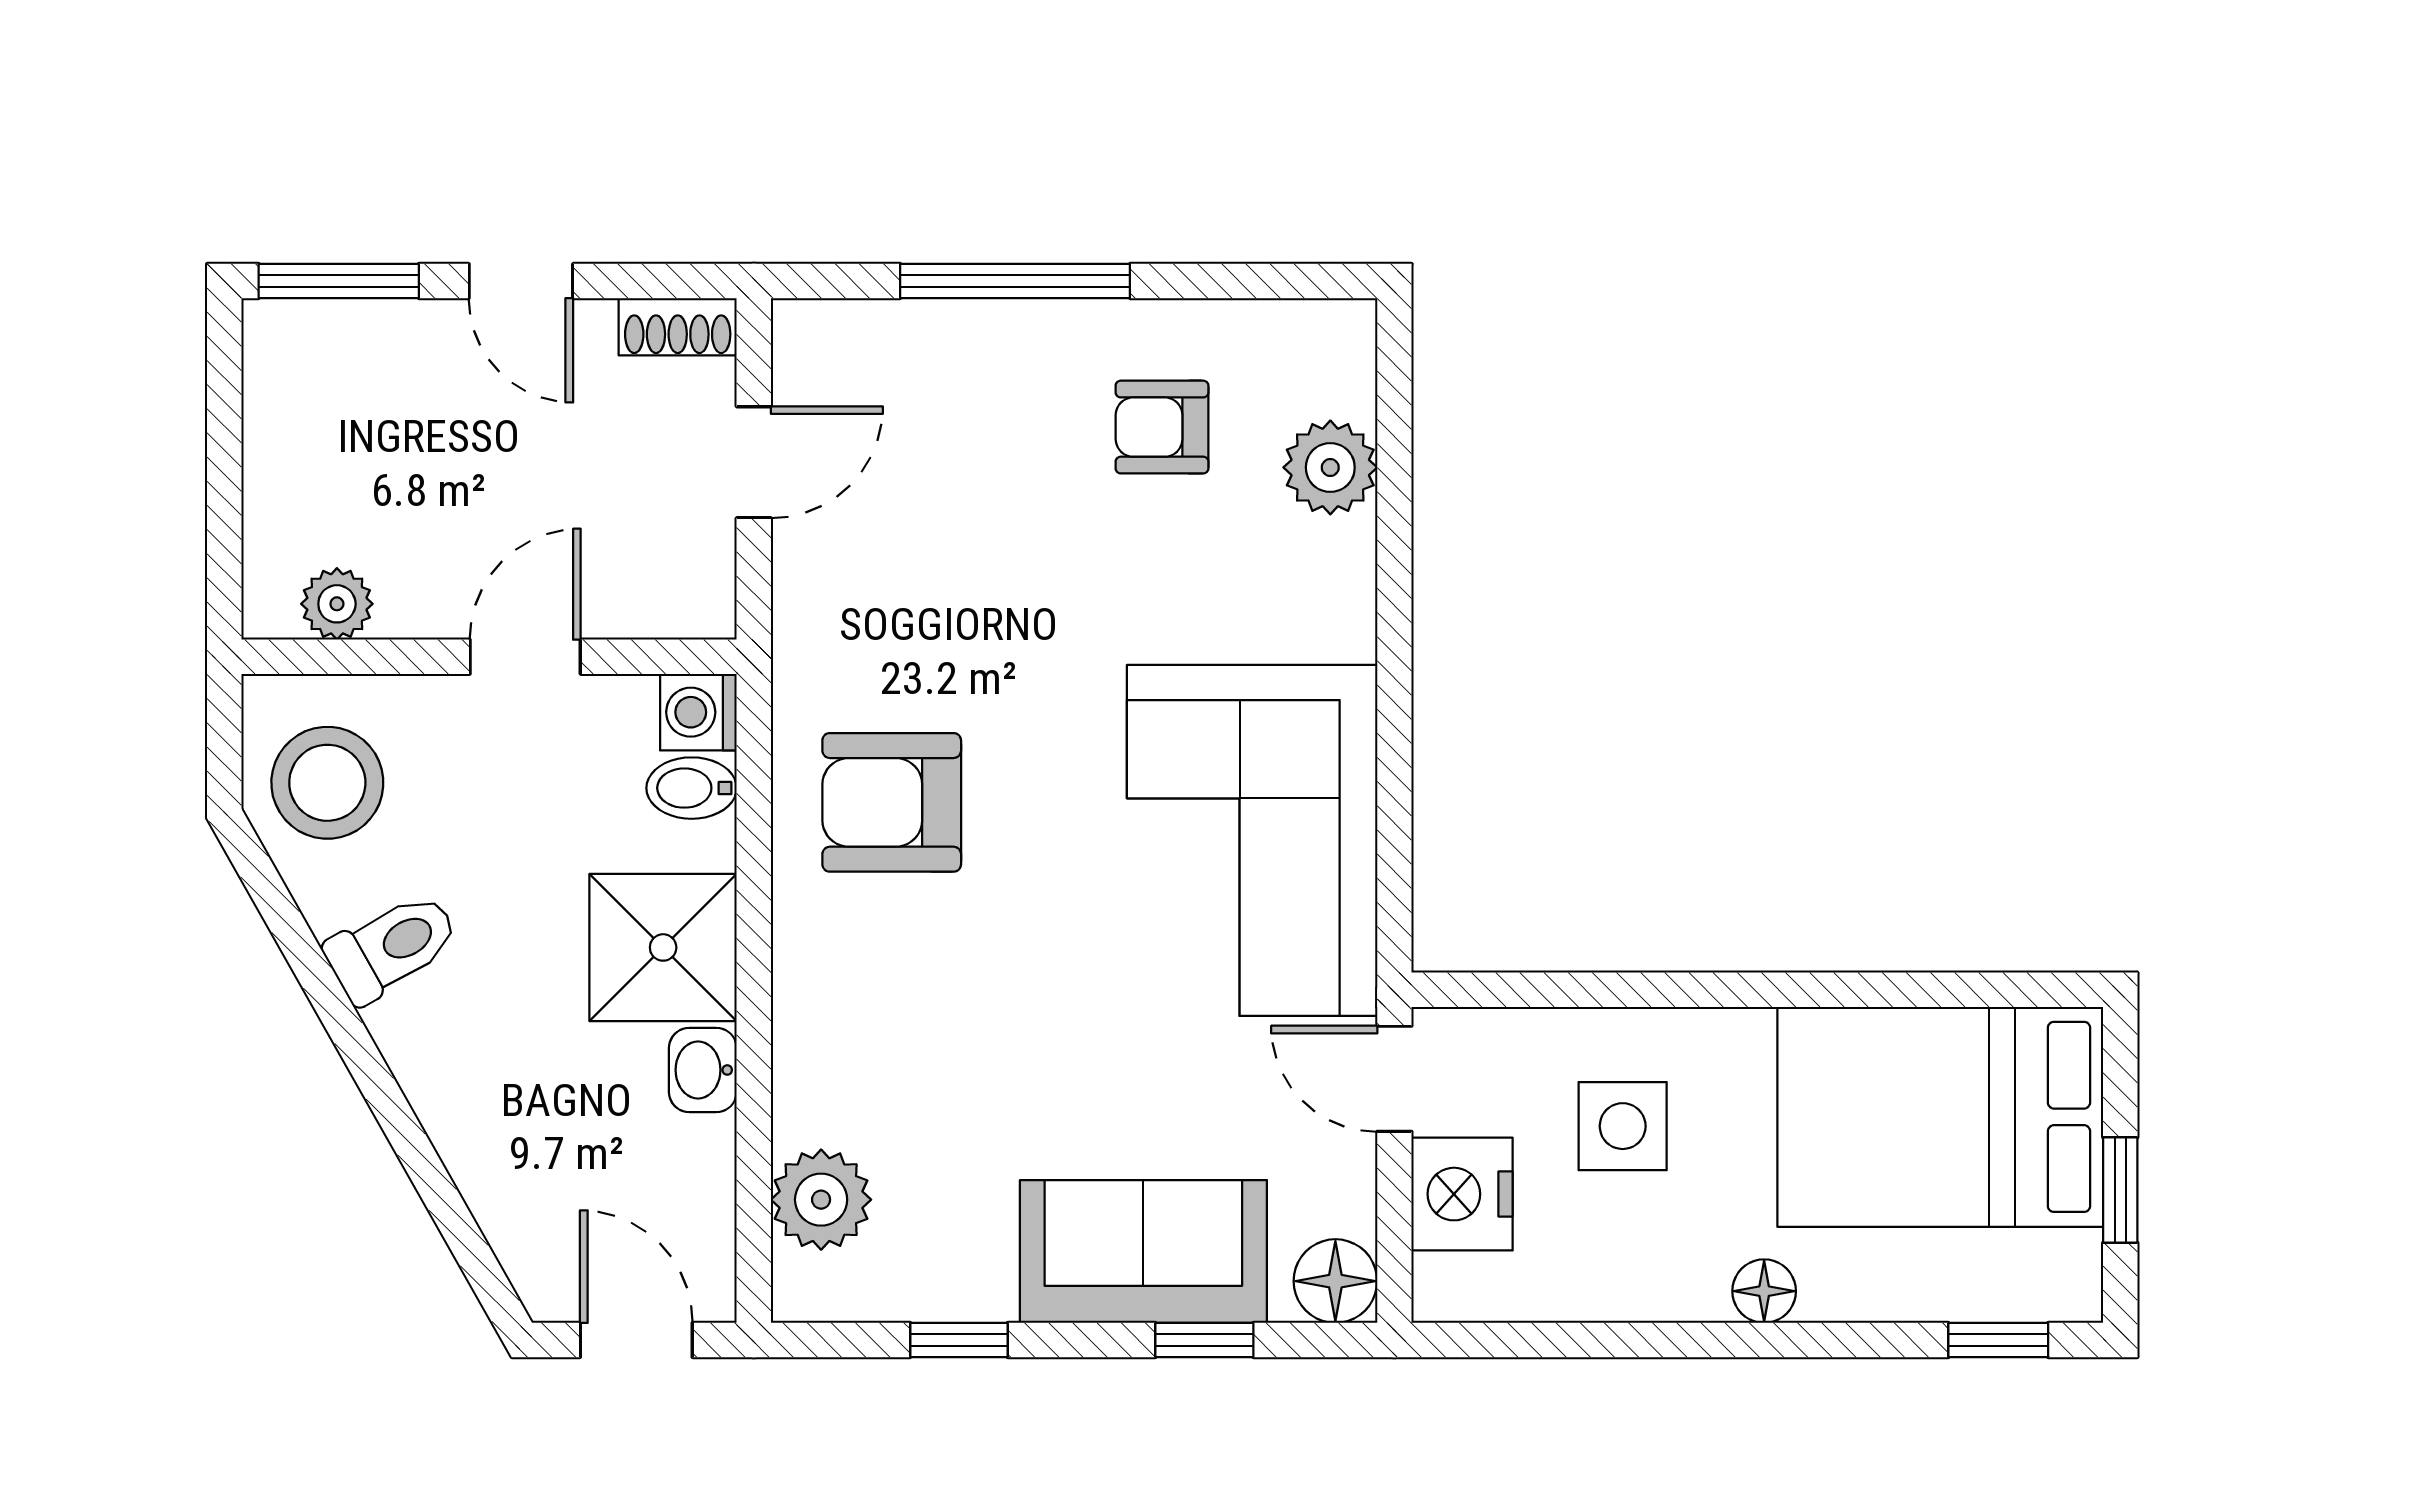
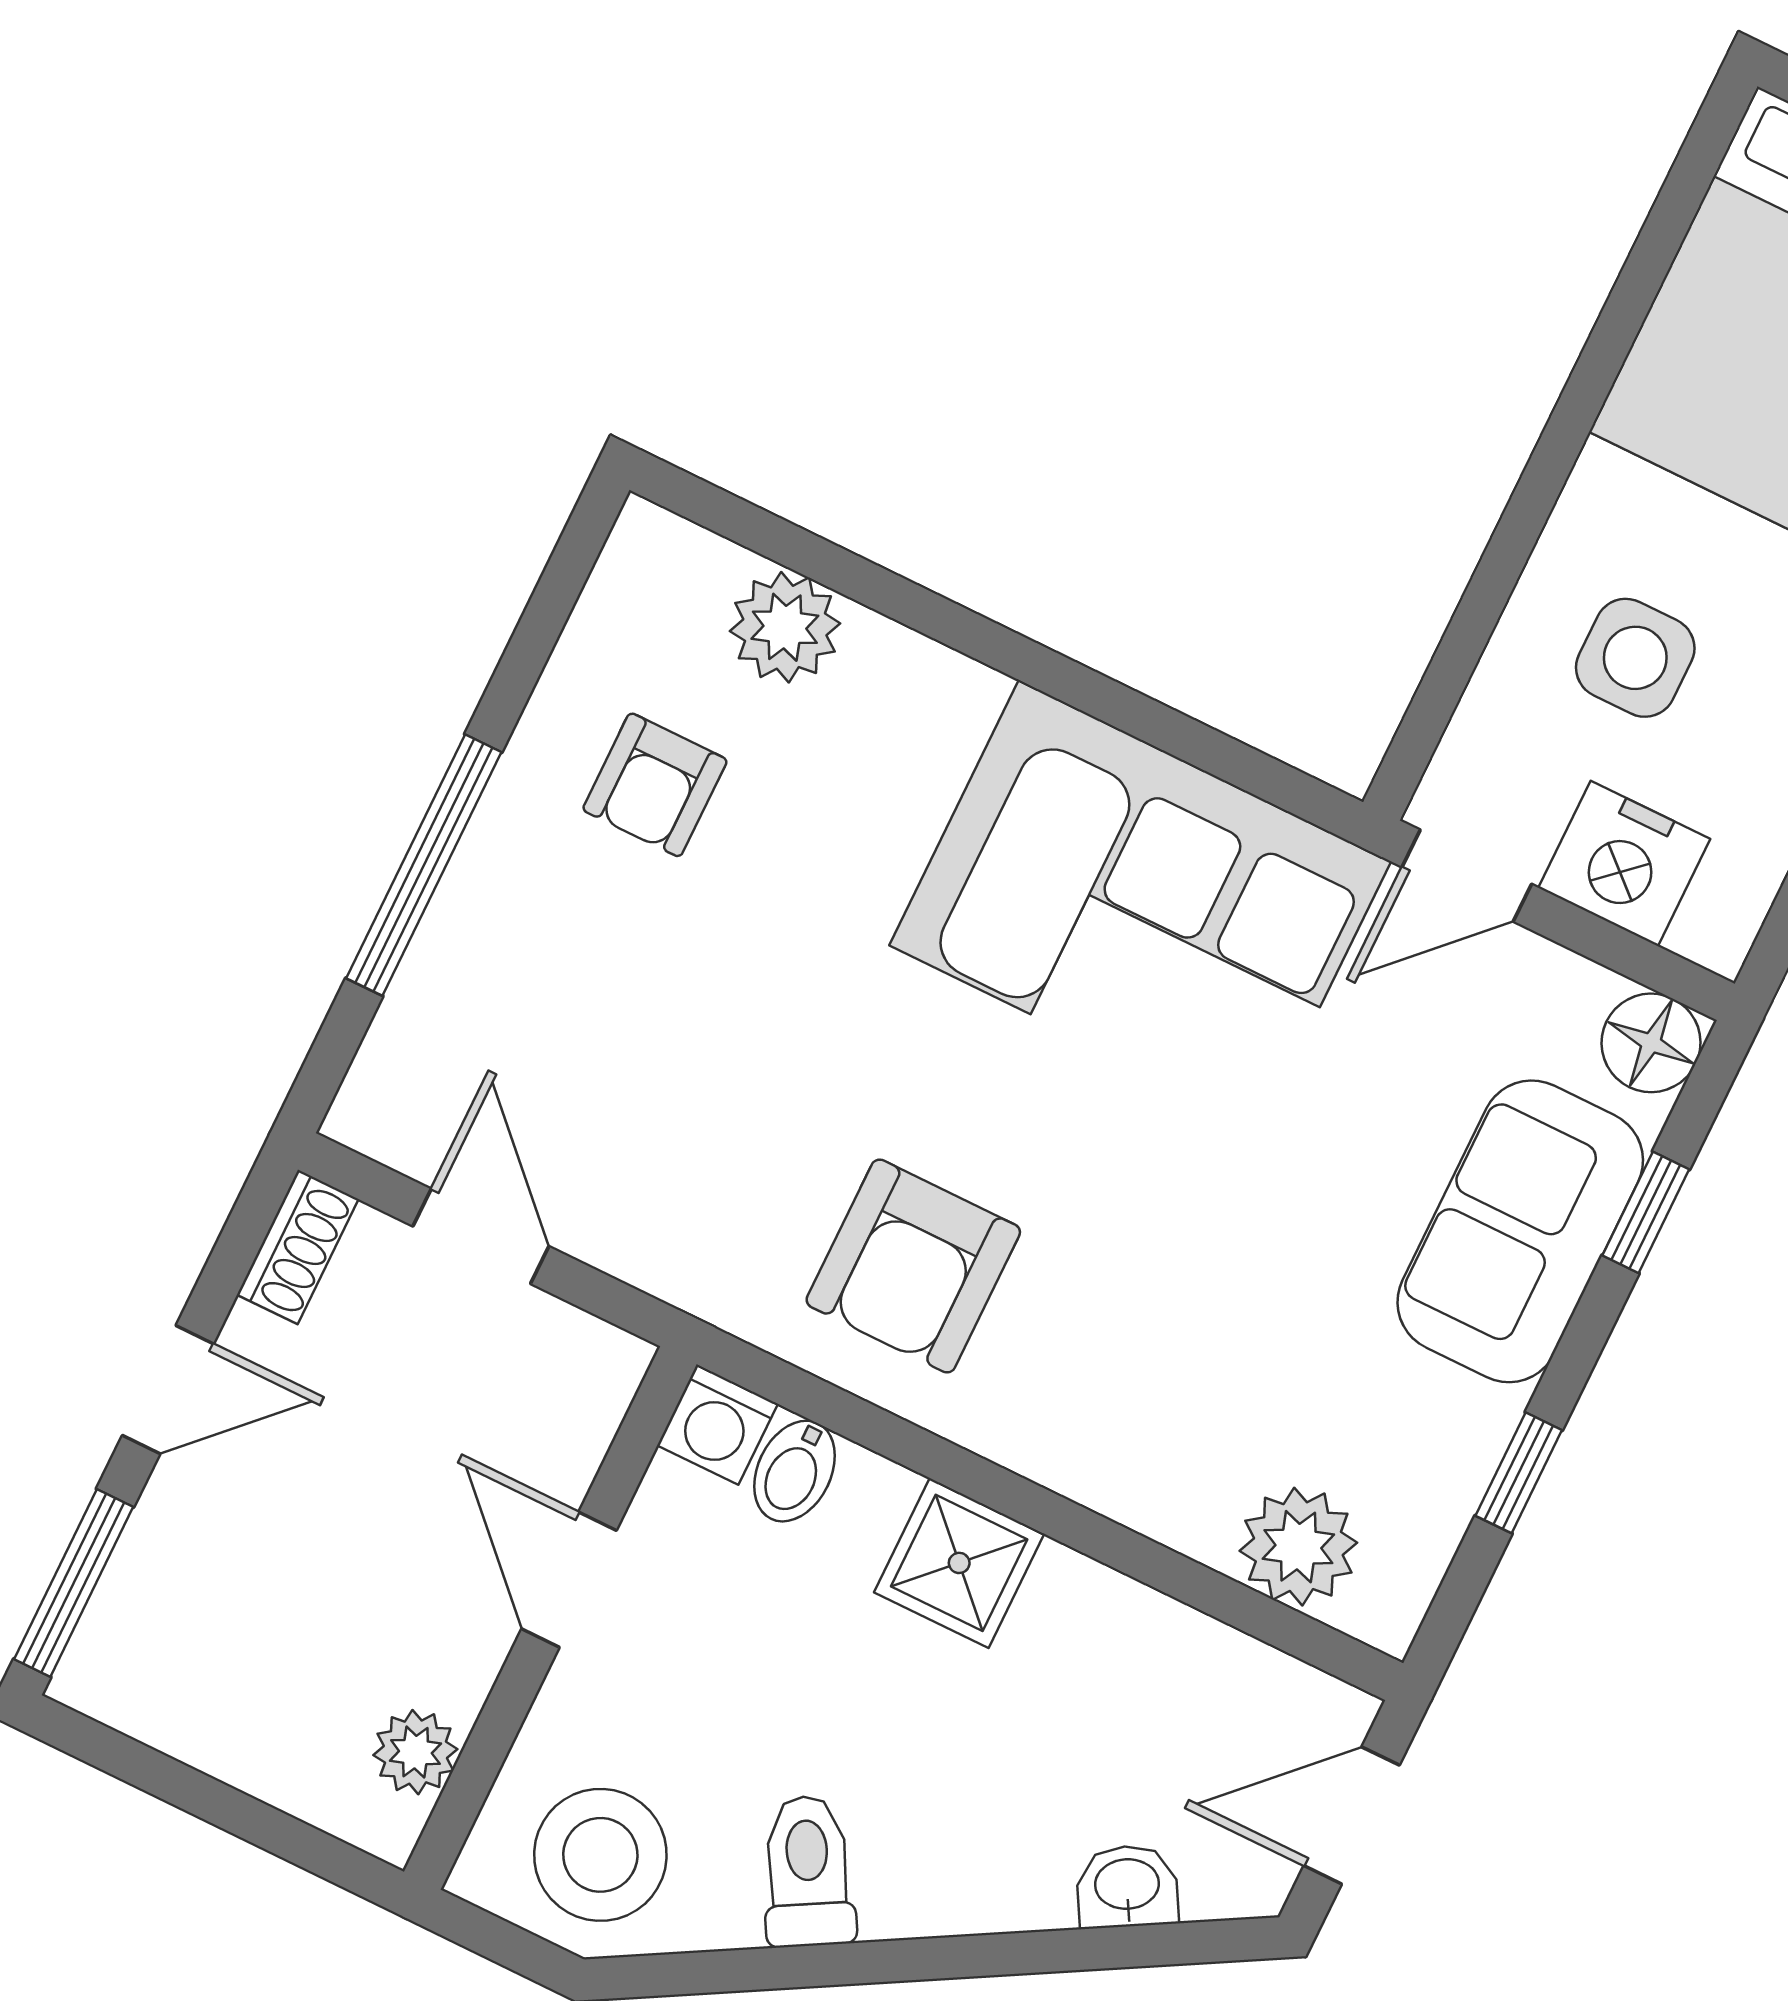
shower: (663, 947) -> (959, 1563), width x0.73, depth x0.73
washbasin: (703, 1070) -> (1127, 1886), moved, turned 151

